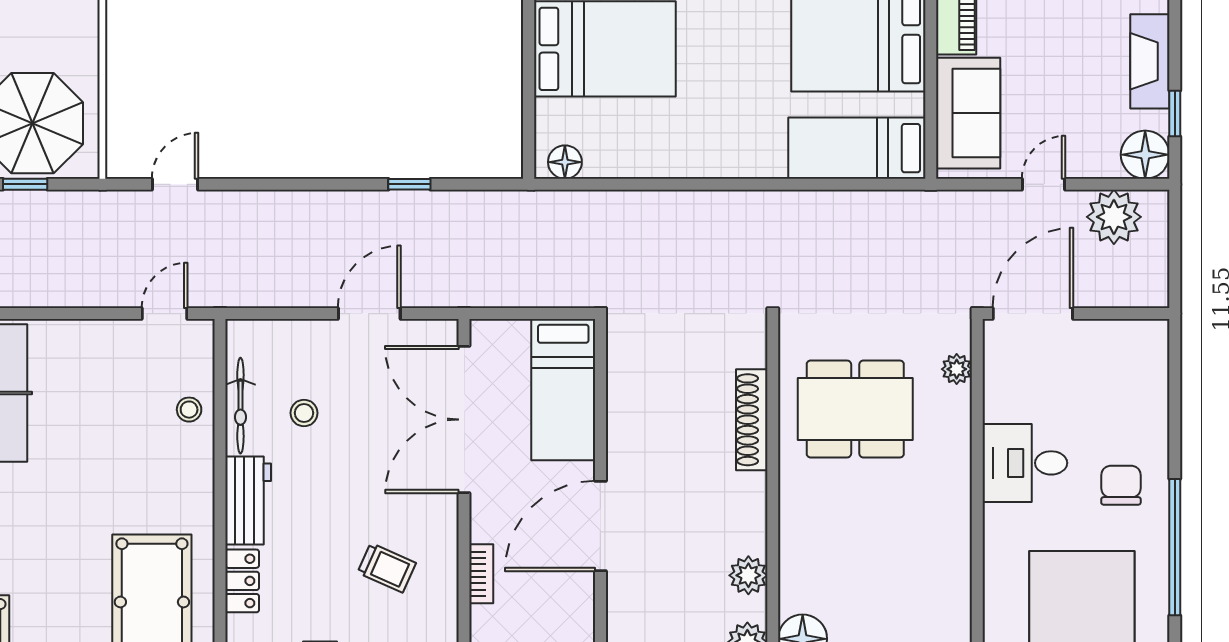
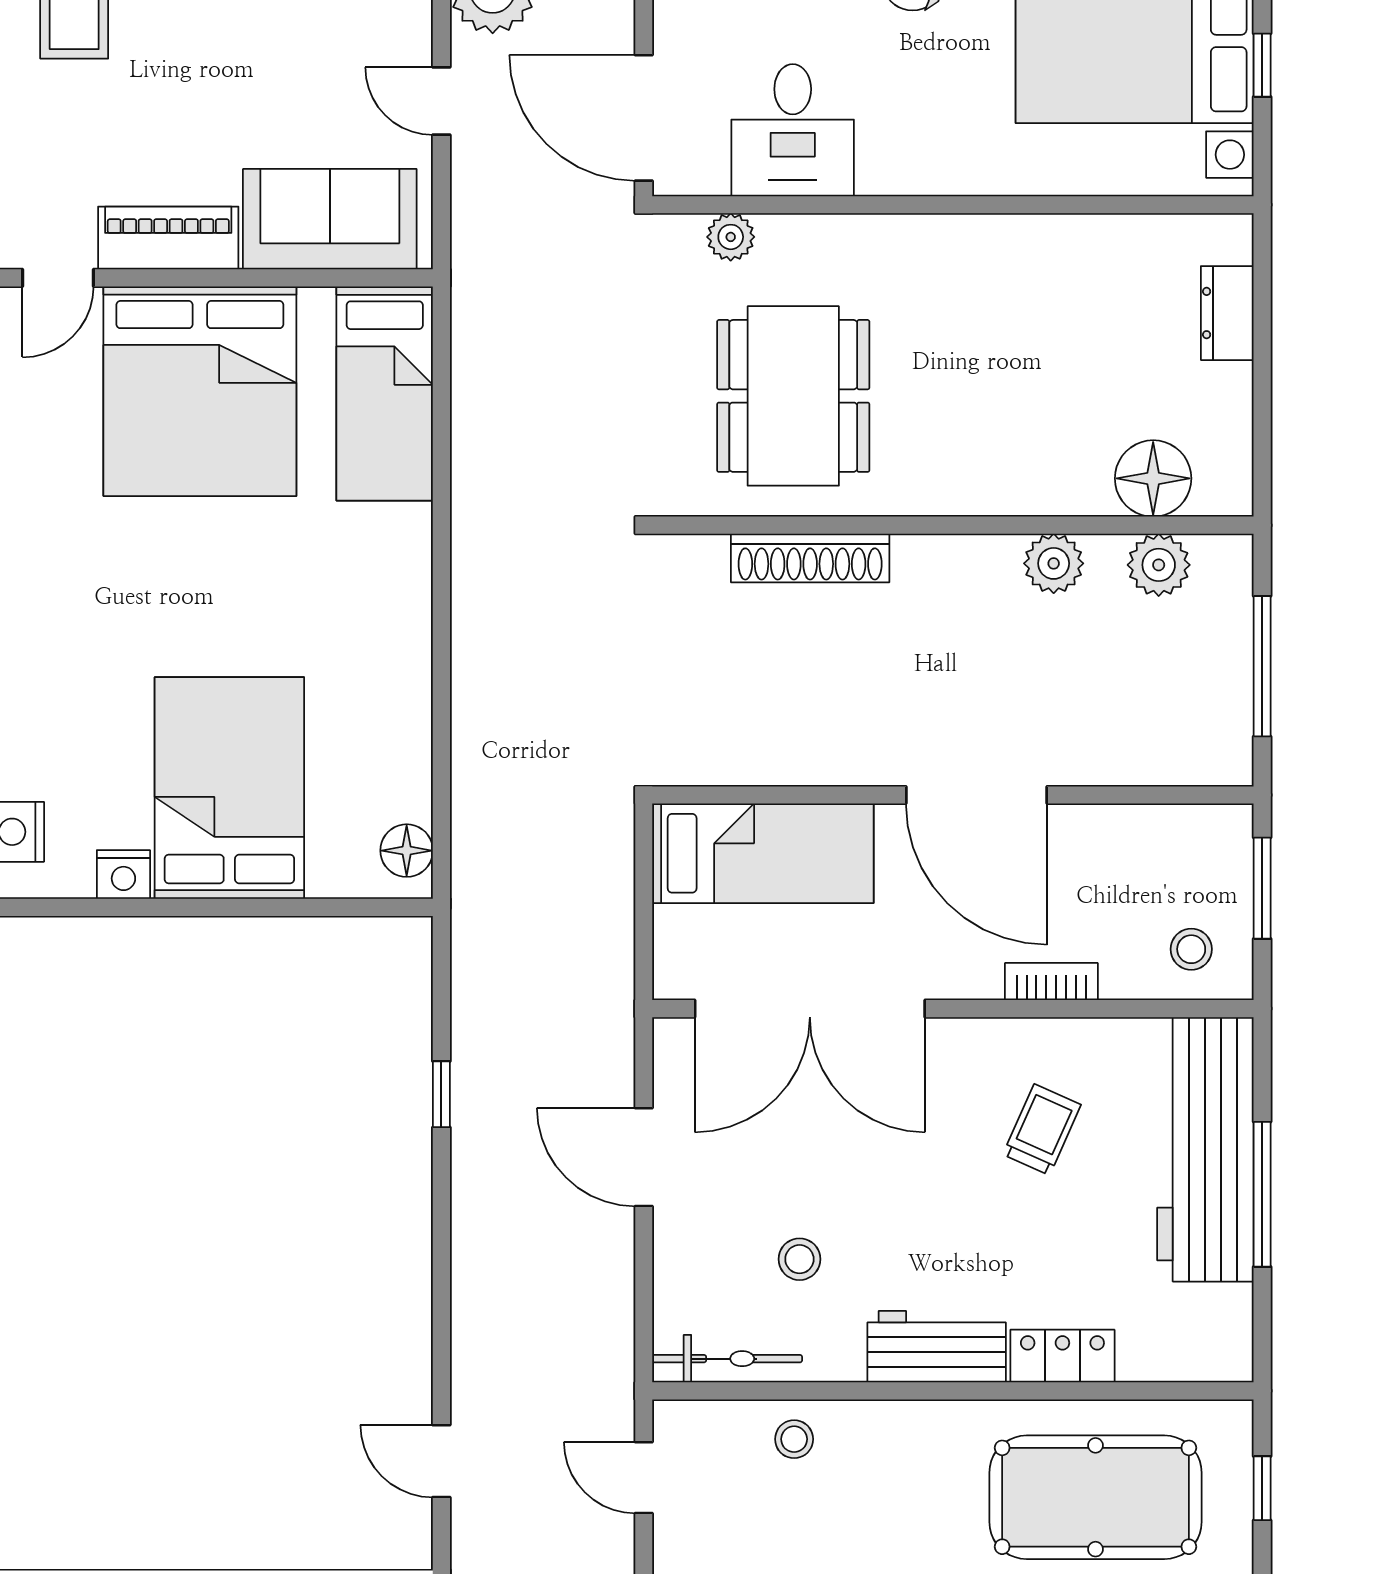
bicycle: (240, 406) -> (727, 1359), moved
desk: (1025, 463) -> (793, 130), moved

